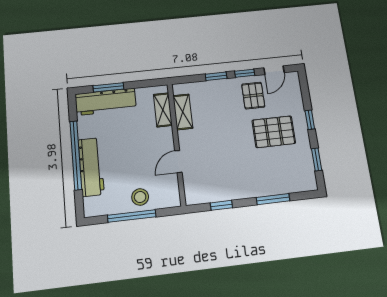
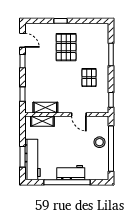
window: (216, 76) -> (22, 94), moved
pallet: (253, 96) -> (89, 78), moved, turned 90
window: (317, 159) -> (88, 21), removed
workbench: (91, 167) -> (71, 173), width x0.73
window: (221, 205) -> (111, 100), moved
window: (132, 216) -> (111, 149), width x1.46

